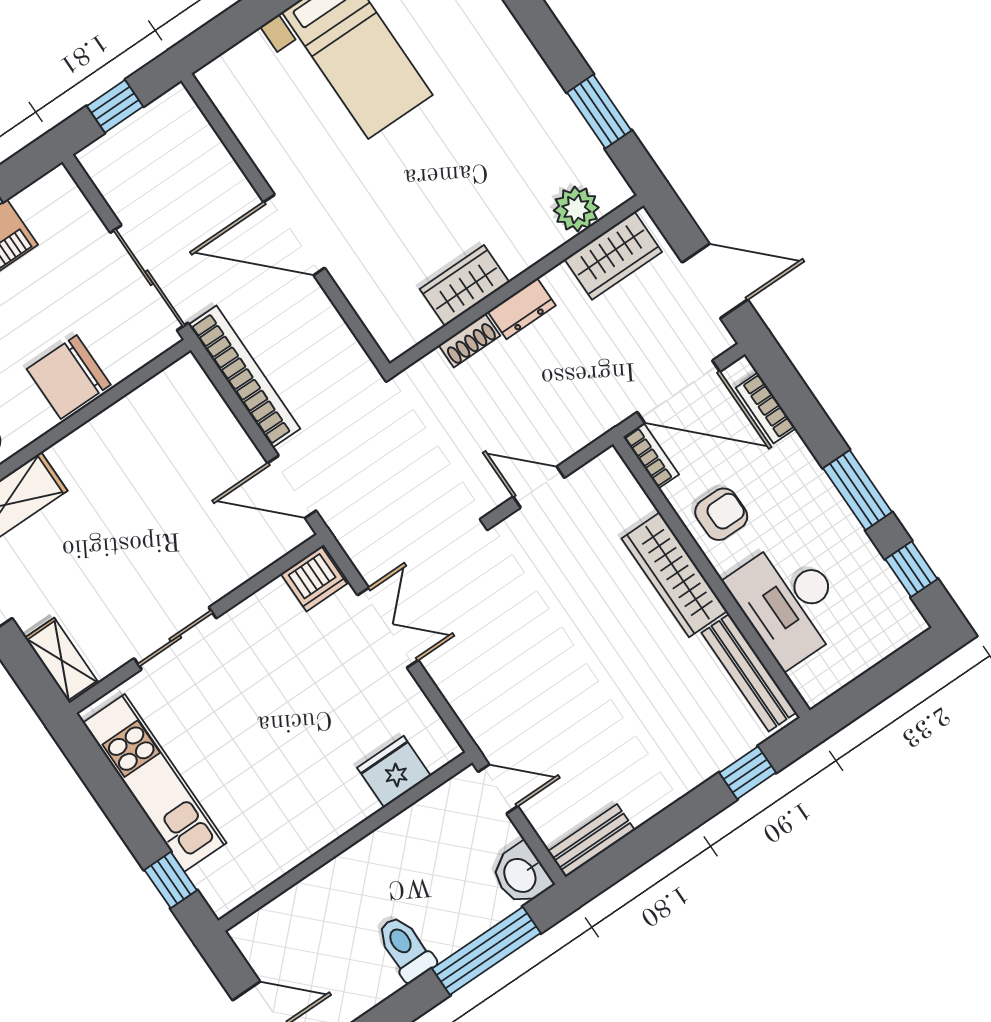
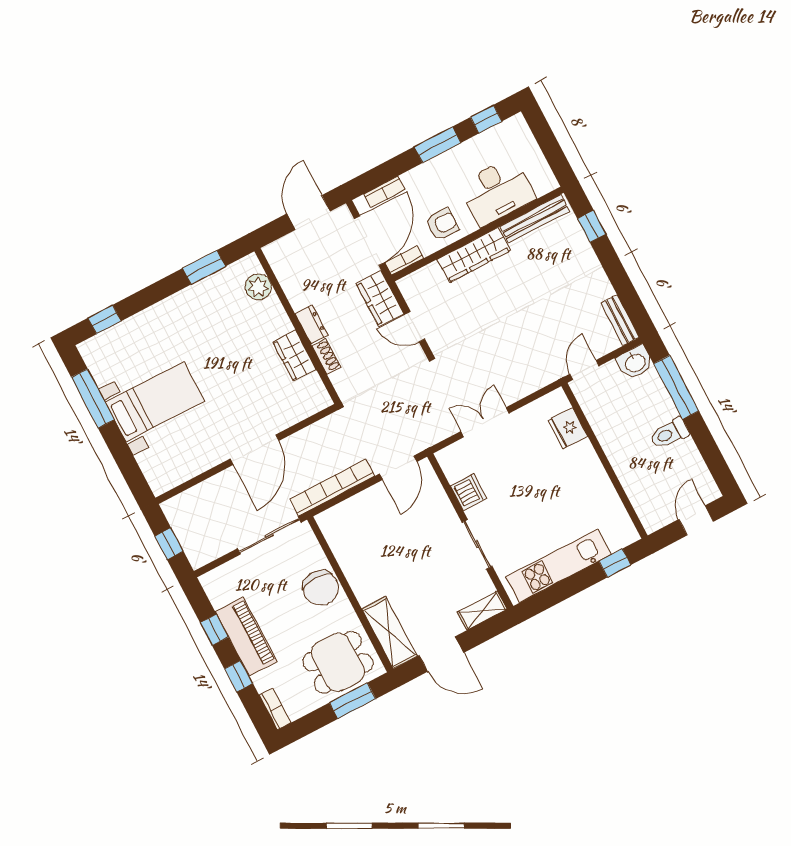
wardrobe: (613, 256) -> (380, 298), moved, turned 180
door: (539, 487) -> (415, 327), hinge flipped
armchair: (721, 514) -> (442, 224), turned 90
dishwasher: (314, 579) -> (468, 492), moved

